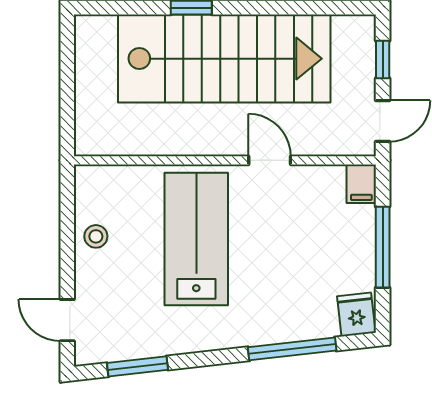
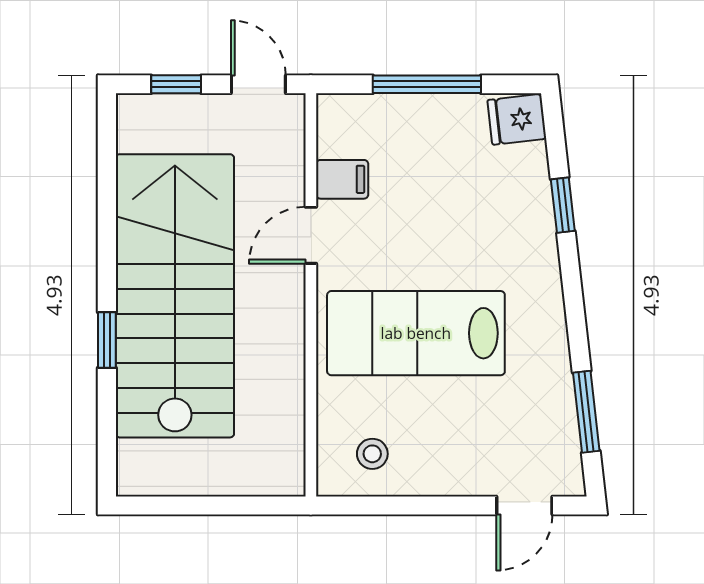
filing cabinet: (361, 184) -> (342, 179), moved
stool: (96, 236) -> (372, 454), moved
window: (292, 349) -> (563, 205), width x0.46

